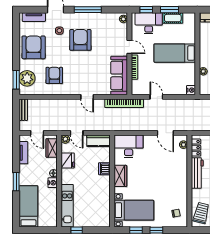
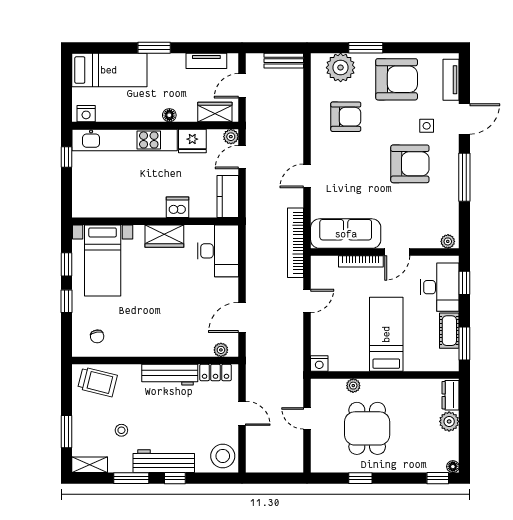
window: (170, 10) -> (464, 344), moved
window: (16, 80) -> (366, 48), moved
nightstand: (53, 183) -> (86, 114), moved
kitchen unit: (67, 206) -> (125, 140), width x1.36

